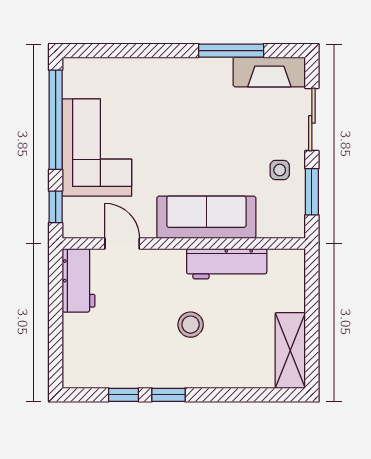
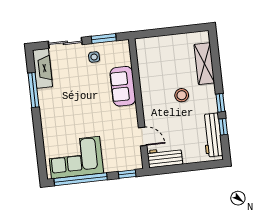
corner sofa: (97, 148) -> (76, 158), moved
sofa: (206, 217) -> (123, 86), width x0.73
door: (122, 243) -> (143, 137), swing flipped
workbench: (227, 264) -> (212, 135), moved, turned 180
shelving: (290, 350) -> (204, 64), moved, turned 90

